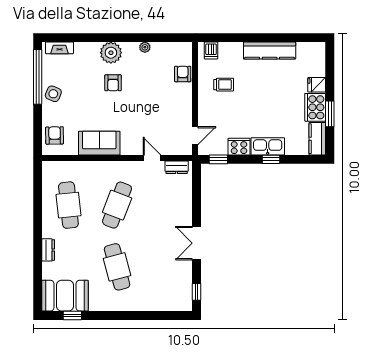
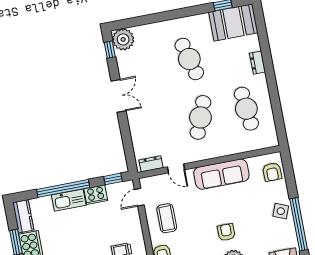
coffee table: (171, 109) -> (167, 218), added
sofa: (99, 143) -> (221, 174), width x1.36
window: (271, 159) -> (63, 188), width x3.17
plant: (181, 300) -> (123, 39), added

